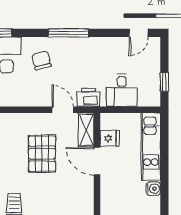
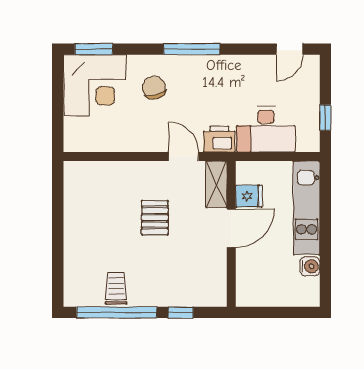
desk: (122, 90) -> (266, 129), width x1.37
pallet: (42, 154) -> (155, 218), width x0.67, depth x0.71
door: (97, 161) -> (231, 228), swing flipped

